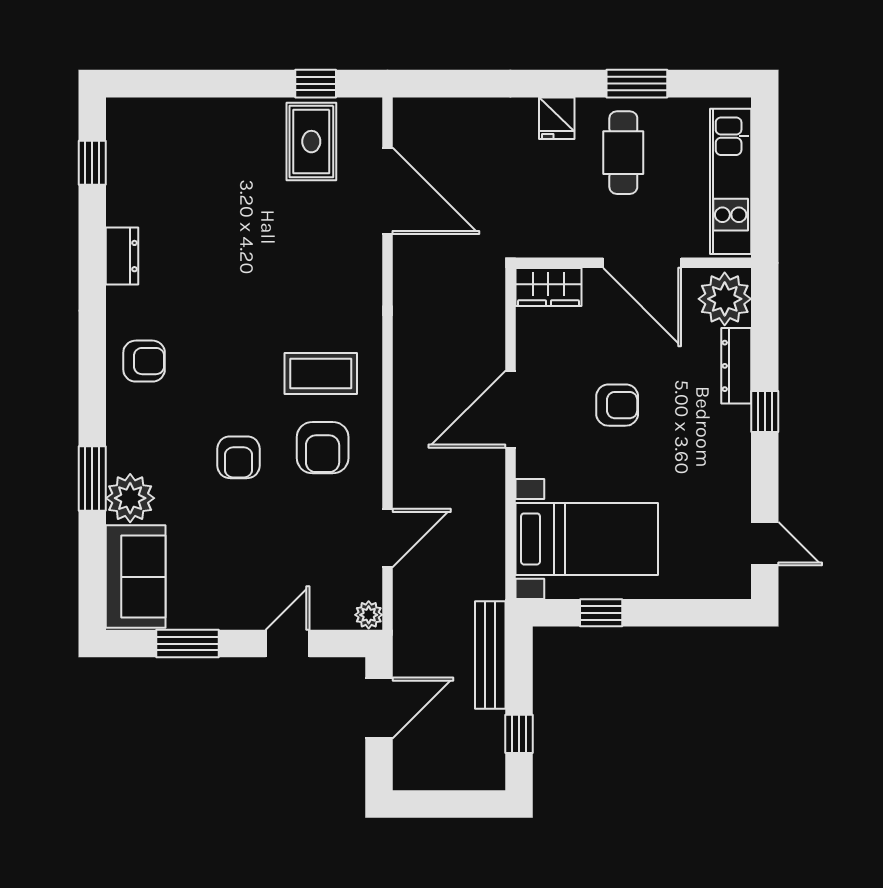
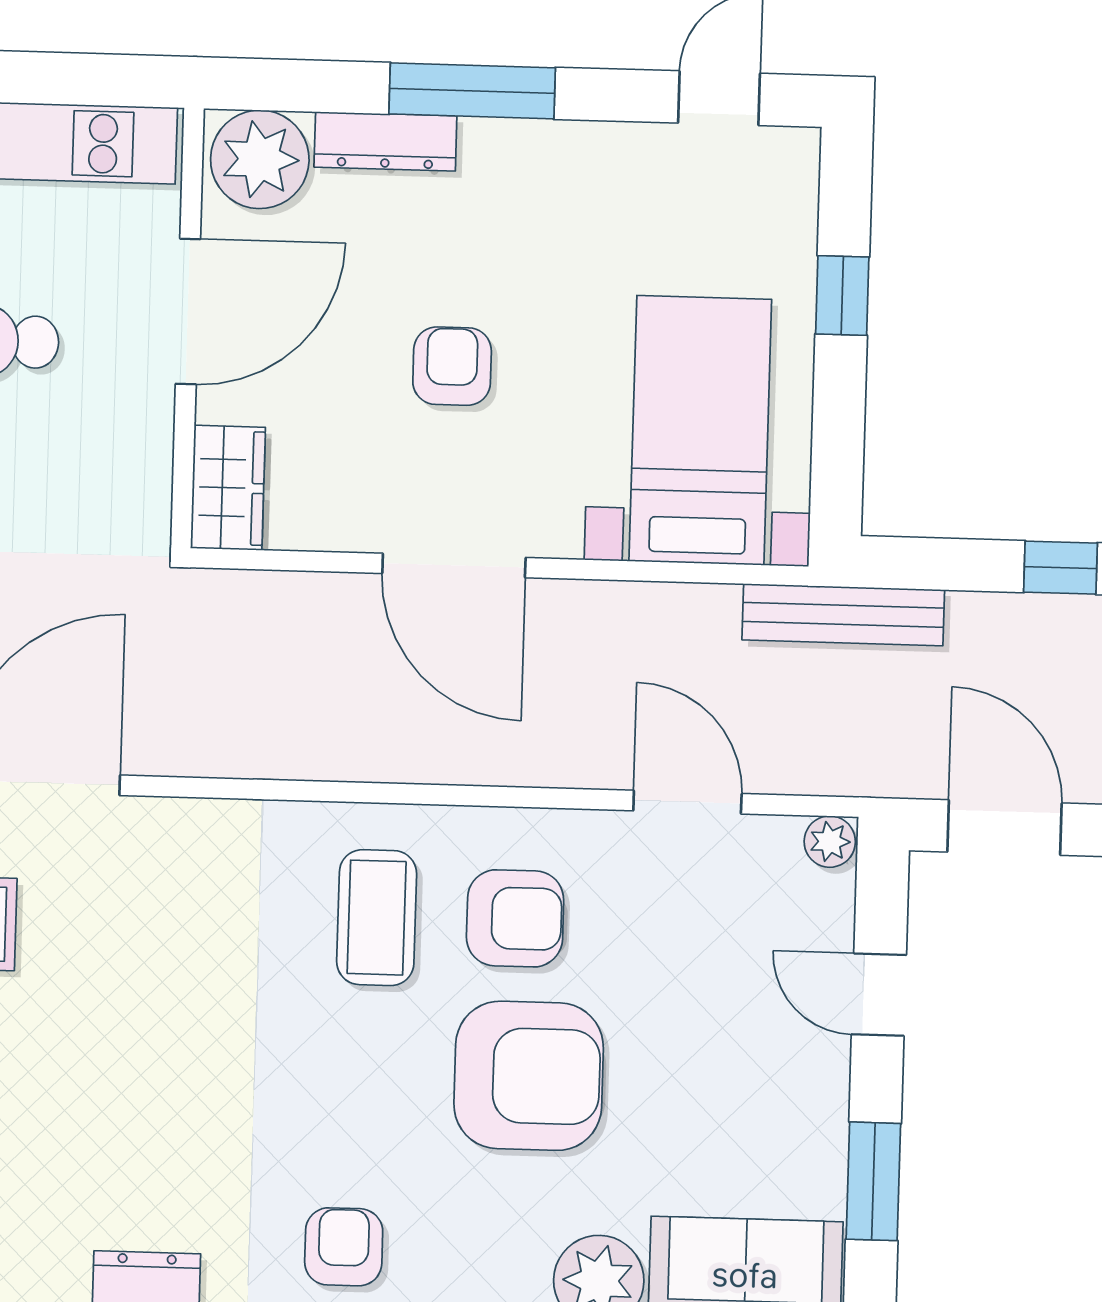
window: (765, 411) -> (472, 91), width x2.17
armchair: (239, 457) -> (529, 1076), width x1.88, depth x1.88
window: (601, 613) -> (842, 295), moved
bench: (490, 655) -> (843, 615), moved

